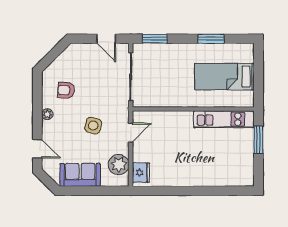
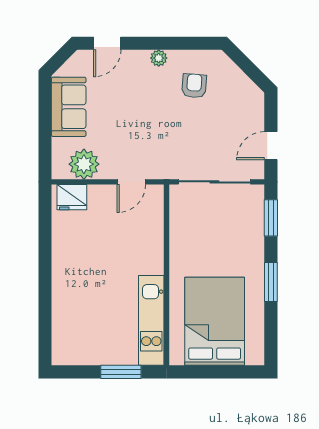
window: (211, 39) -> (271, 282), moved
bed: (224, 77) -> (215, 321), width x1.50
side table: (93, 126) -> (142, 126), removed
door: (131, 133) -> (131, 182), hinge flipped

